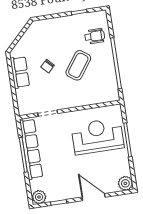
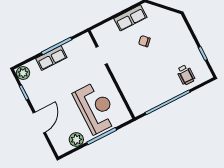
coffee table: (78, 65) -> (154, 69), removed
row of seats: (31, 149) -> (51, 58), width x0.50
plant: (125, 183) -> (76, 140), moved

